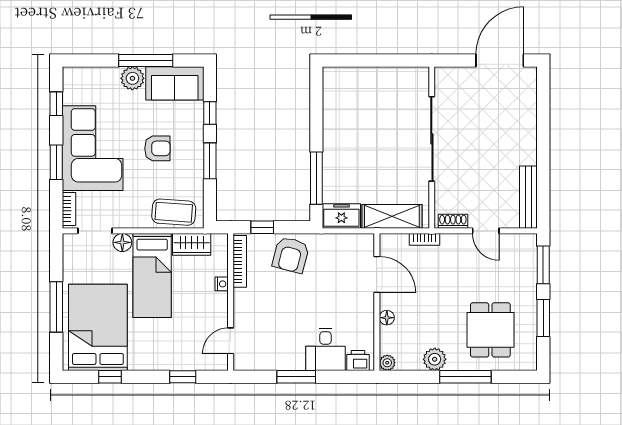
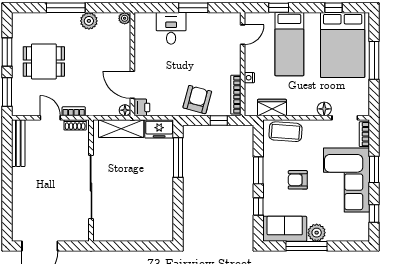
bookcase: (425, 239) -> (74, 111), moved
bed: (152, 275) -> (289, 44), moved, turned 180
floor lamp: (387, 318) -> (125, 110), moved
dining table: (490, 330) -> (44, 61), moved, turned 90
printer: (358, 360) -> (142, 107), moved, turned -90

